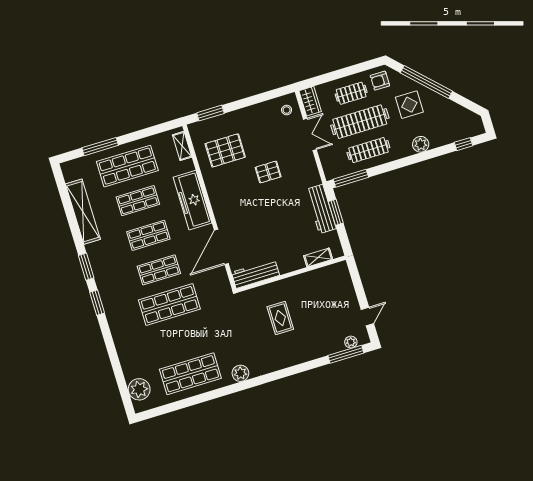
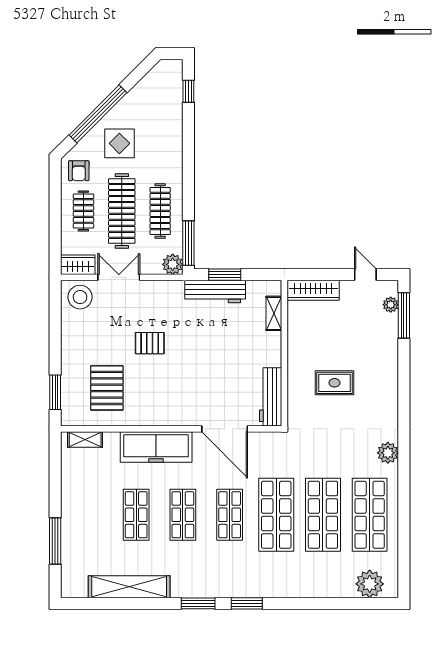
stool: (287, 110) -> (80, 297), width x1.89, depth x1.89
plant: (421, 144) -> (173, 264), moved
shop shelf: (127, 166) -> (323, 515), moved
pallet: (268, 172) -> (150, 343), turned 90
wardrobe: (344, 281) -> (313, 290), added

